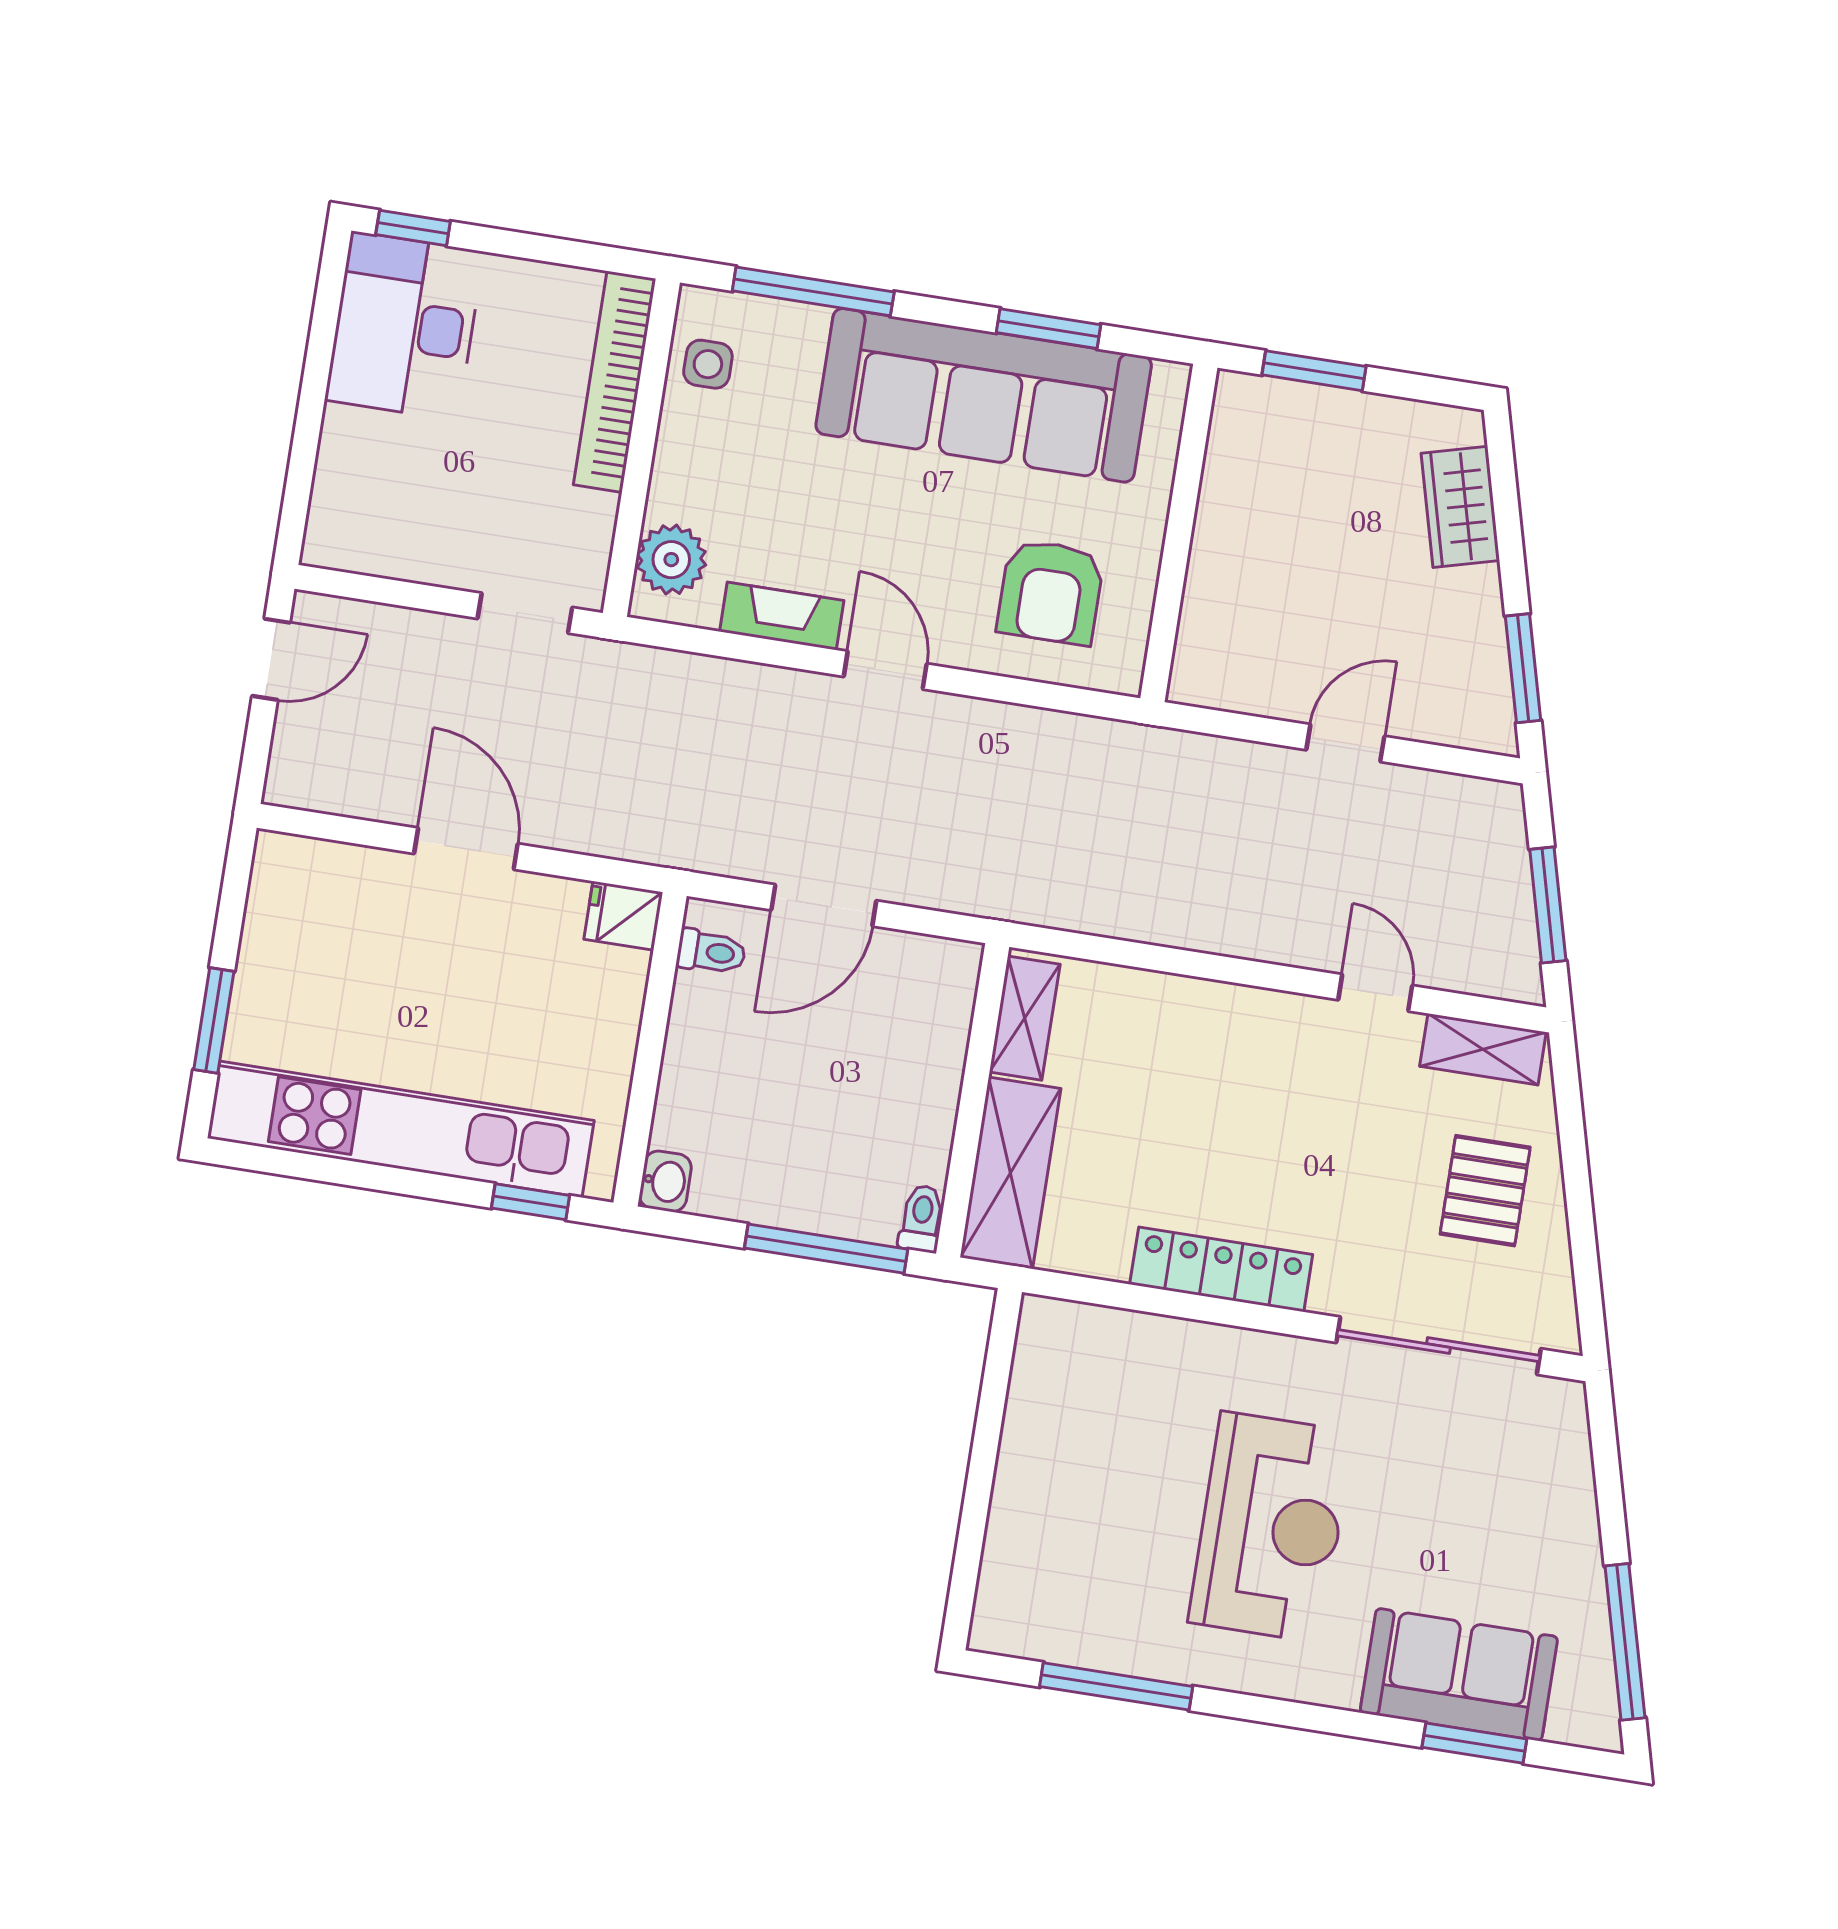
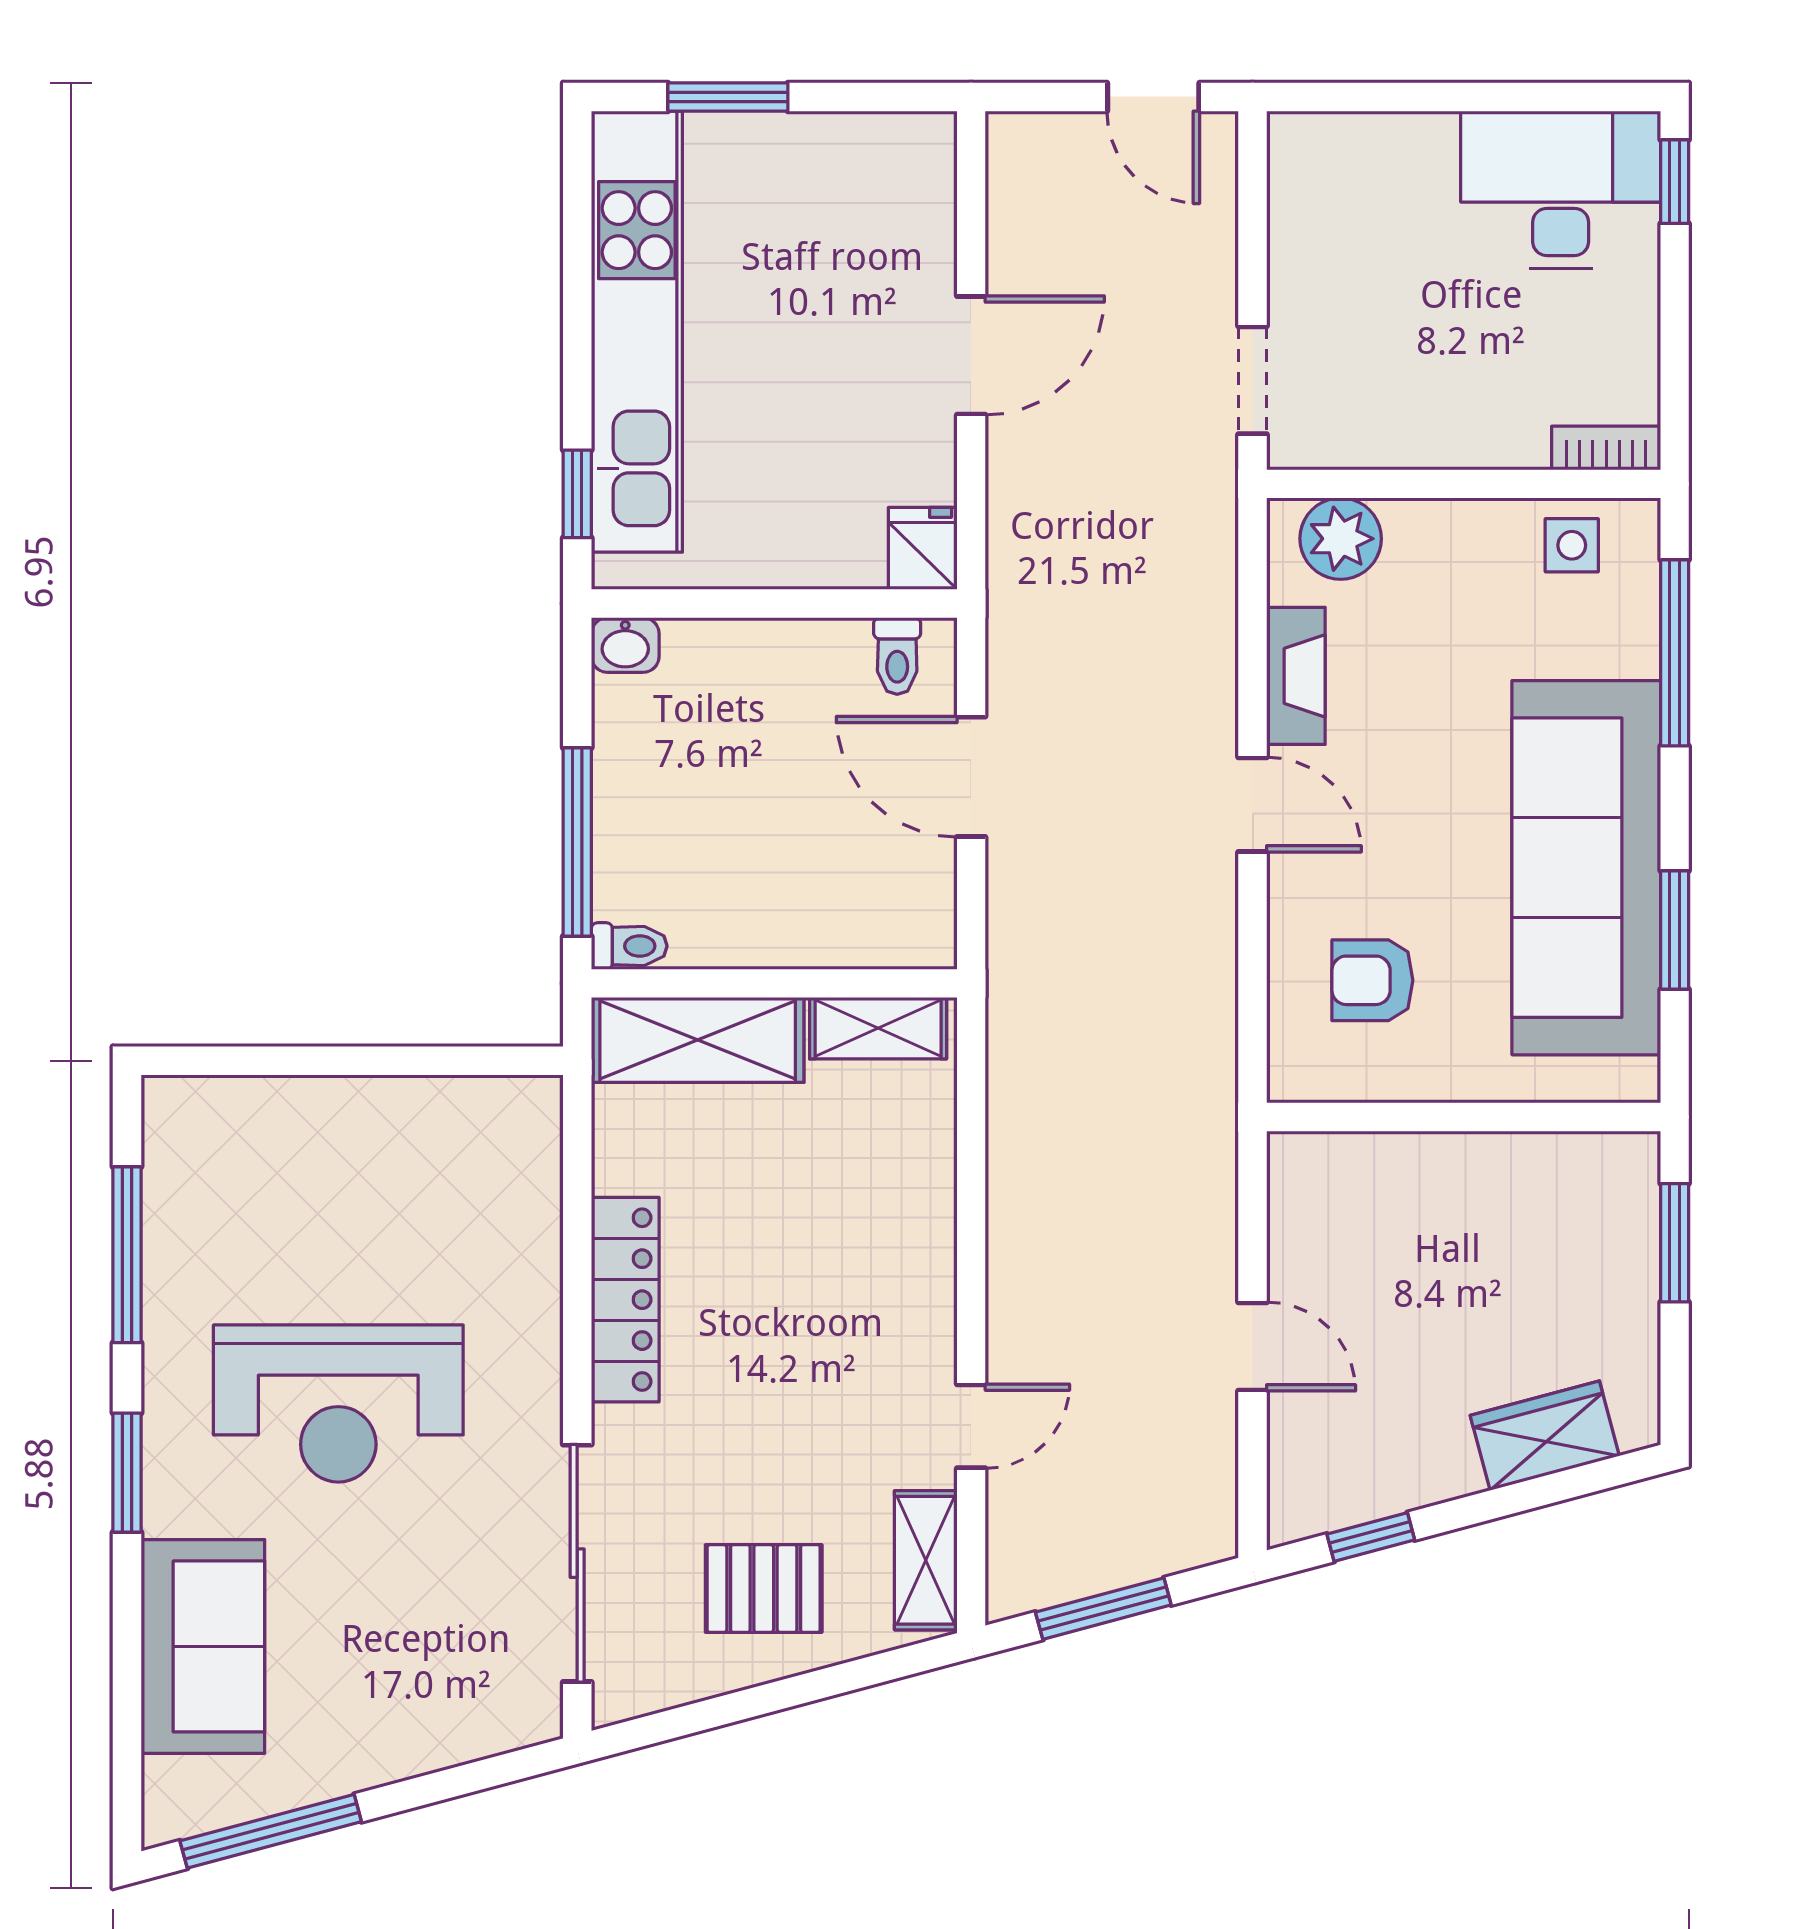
bookcase: (615, 382) -> (1606, 448), width x0.43, depth x0.76
armchair: (1051, 592) -> (1372, 980), width x0.72, depth x0.72
window: (1523, 668) -> (1371, 1537), width x0.67
door: (885, 670) -> (1253, 805), hinge flipped
window: (1474, 1743) -> (127, 1473), moved

